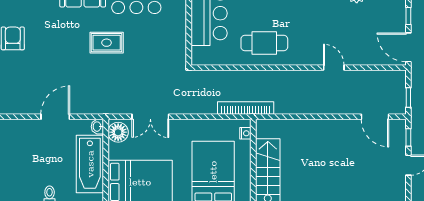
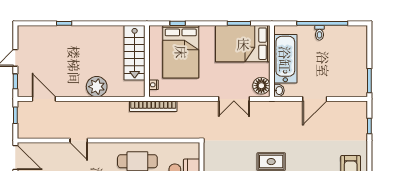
double door: (150, 117) -> (234, 99), swing flipped
plant: (312, 131) -> (97, 87), added

